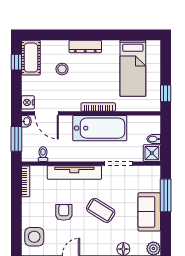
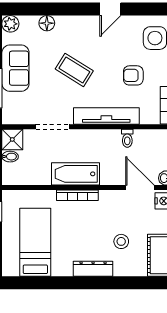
bathtub: (100, 128) -> (75, 174), width x0.73, depth x0.73
toilet: (43, 154) -> (127, 138), moved
armchair: (64, 212) -> (133, 75), moved, turned 90

